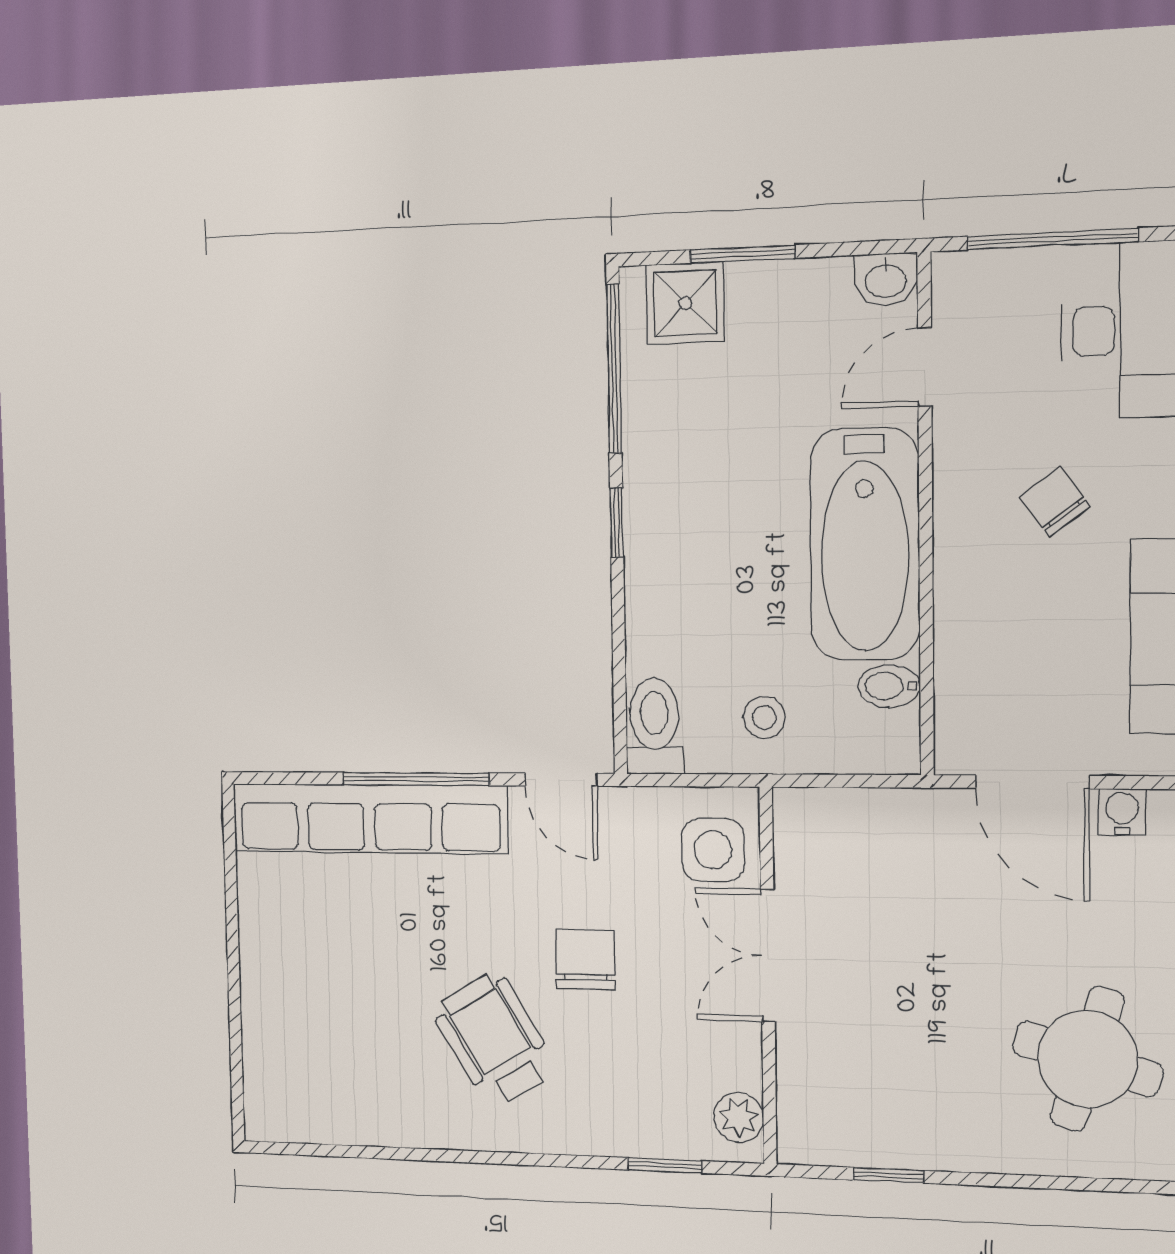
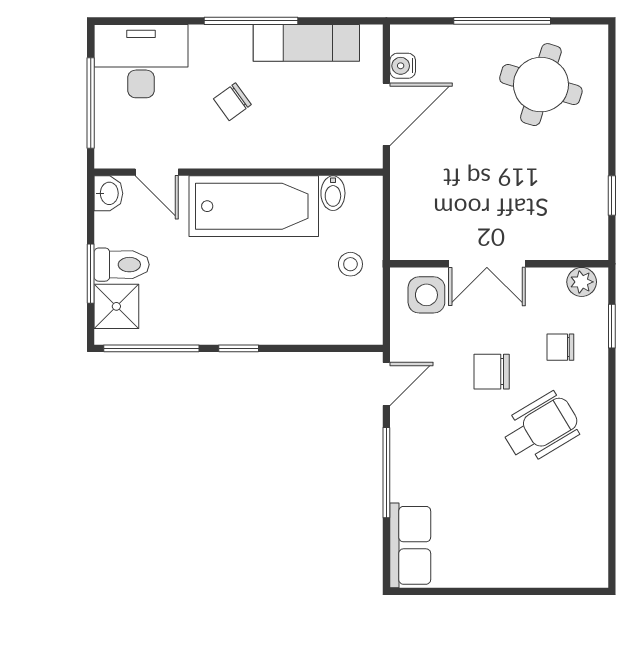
toilet: (654, 726) -> (122, 265), moved, turned 180
row of seats: (369, 819) -> (410, 545), width x0.50
wheelchair: (494, 1040) -> (541, 428), turned 180
chair: (628, 1077) -> (560, 347), added

